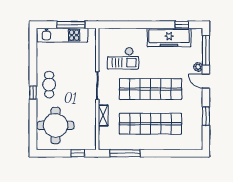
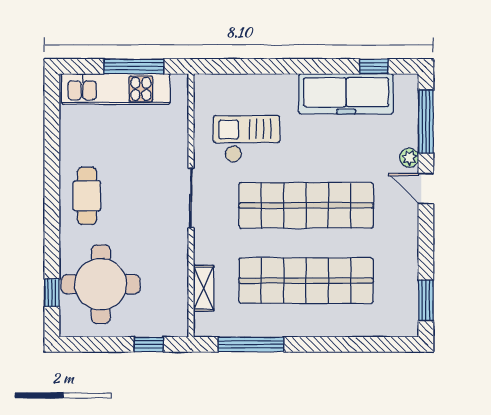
checkout: (123, 58) -> (247, 139), turned 180
window: (33, 92) -> (52, 293), moved
shelving: (103, 115) -> (204, 288), moved
window: (206, 116) -> (426, 300), moved

